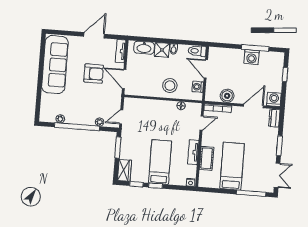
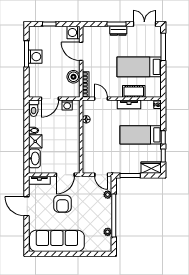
armchair: (94, 74) -> (62, 204), turned 180
stool: (170, 86) -> (68, 131), removed
dresser: (274, 118) -> (118, 31), moved

